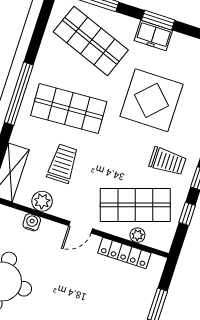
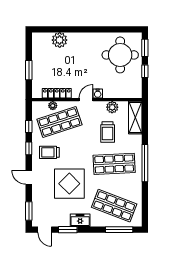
window: (158, 20) -> (68, 230), moved
water cooler: (32, 222) -> (98, 94), moved

